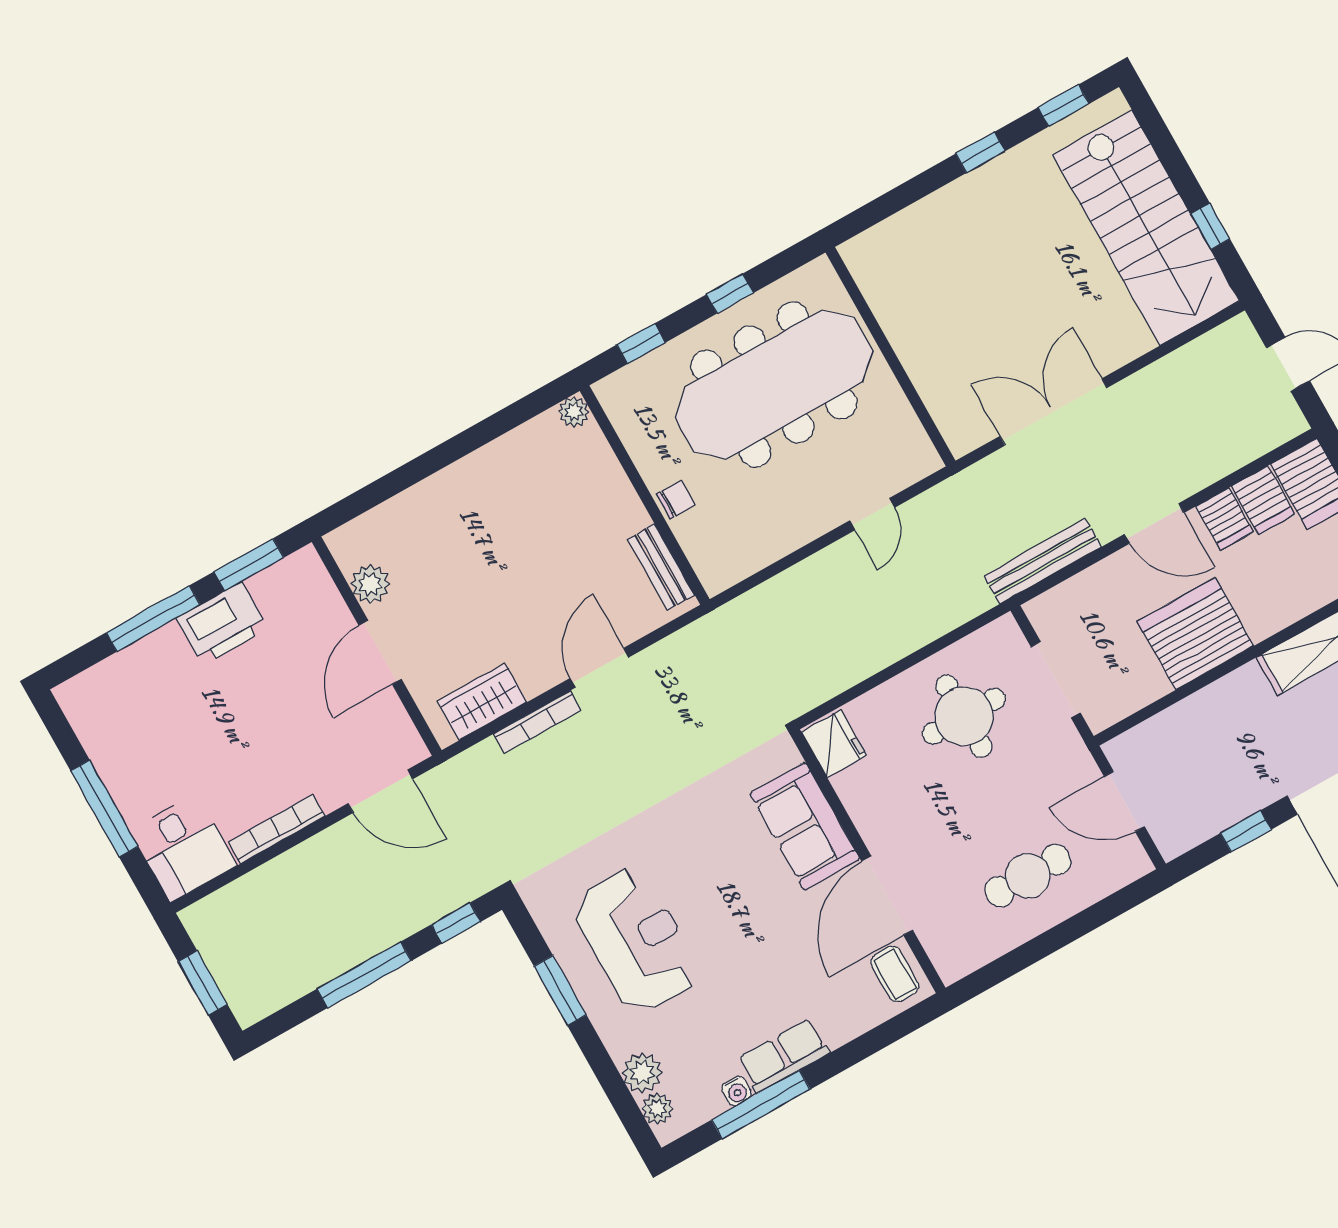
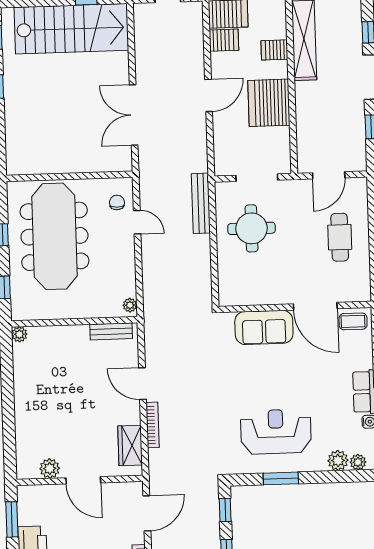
chair: (676, 500) -> (117, 202), moved
server rack: (1225, 519) -> (274, 50), moved, turned 180
bench: (1043, 561) -> (201, 203), moved
plant: (723, 576) -> (130, 305), added
fridge: (834, 744) -> (233, 294), removed

